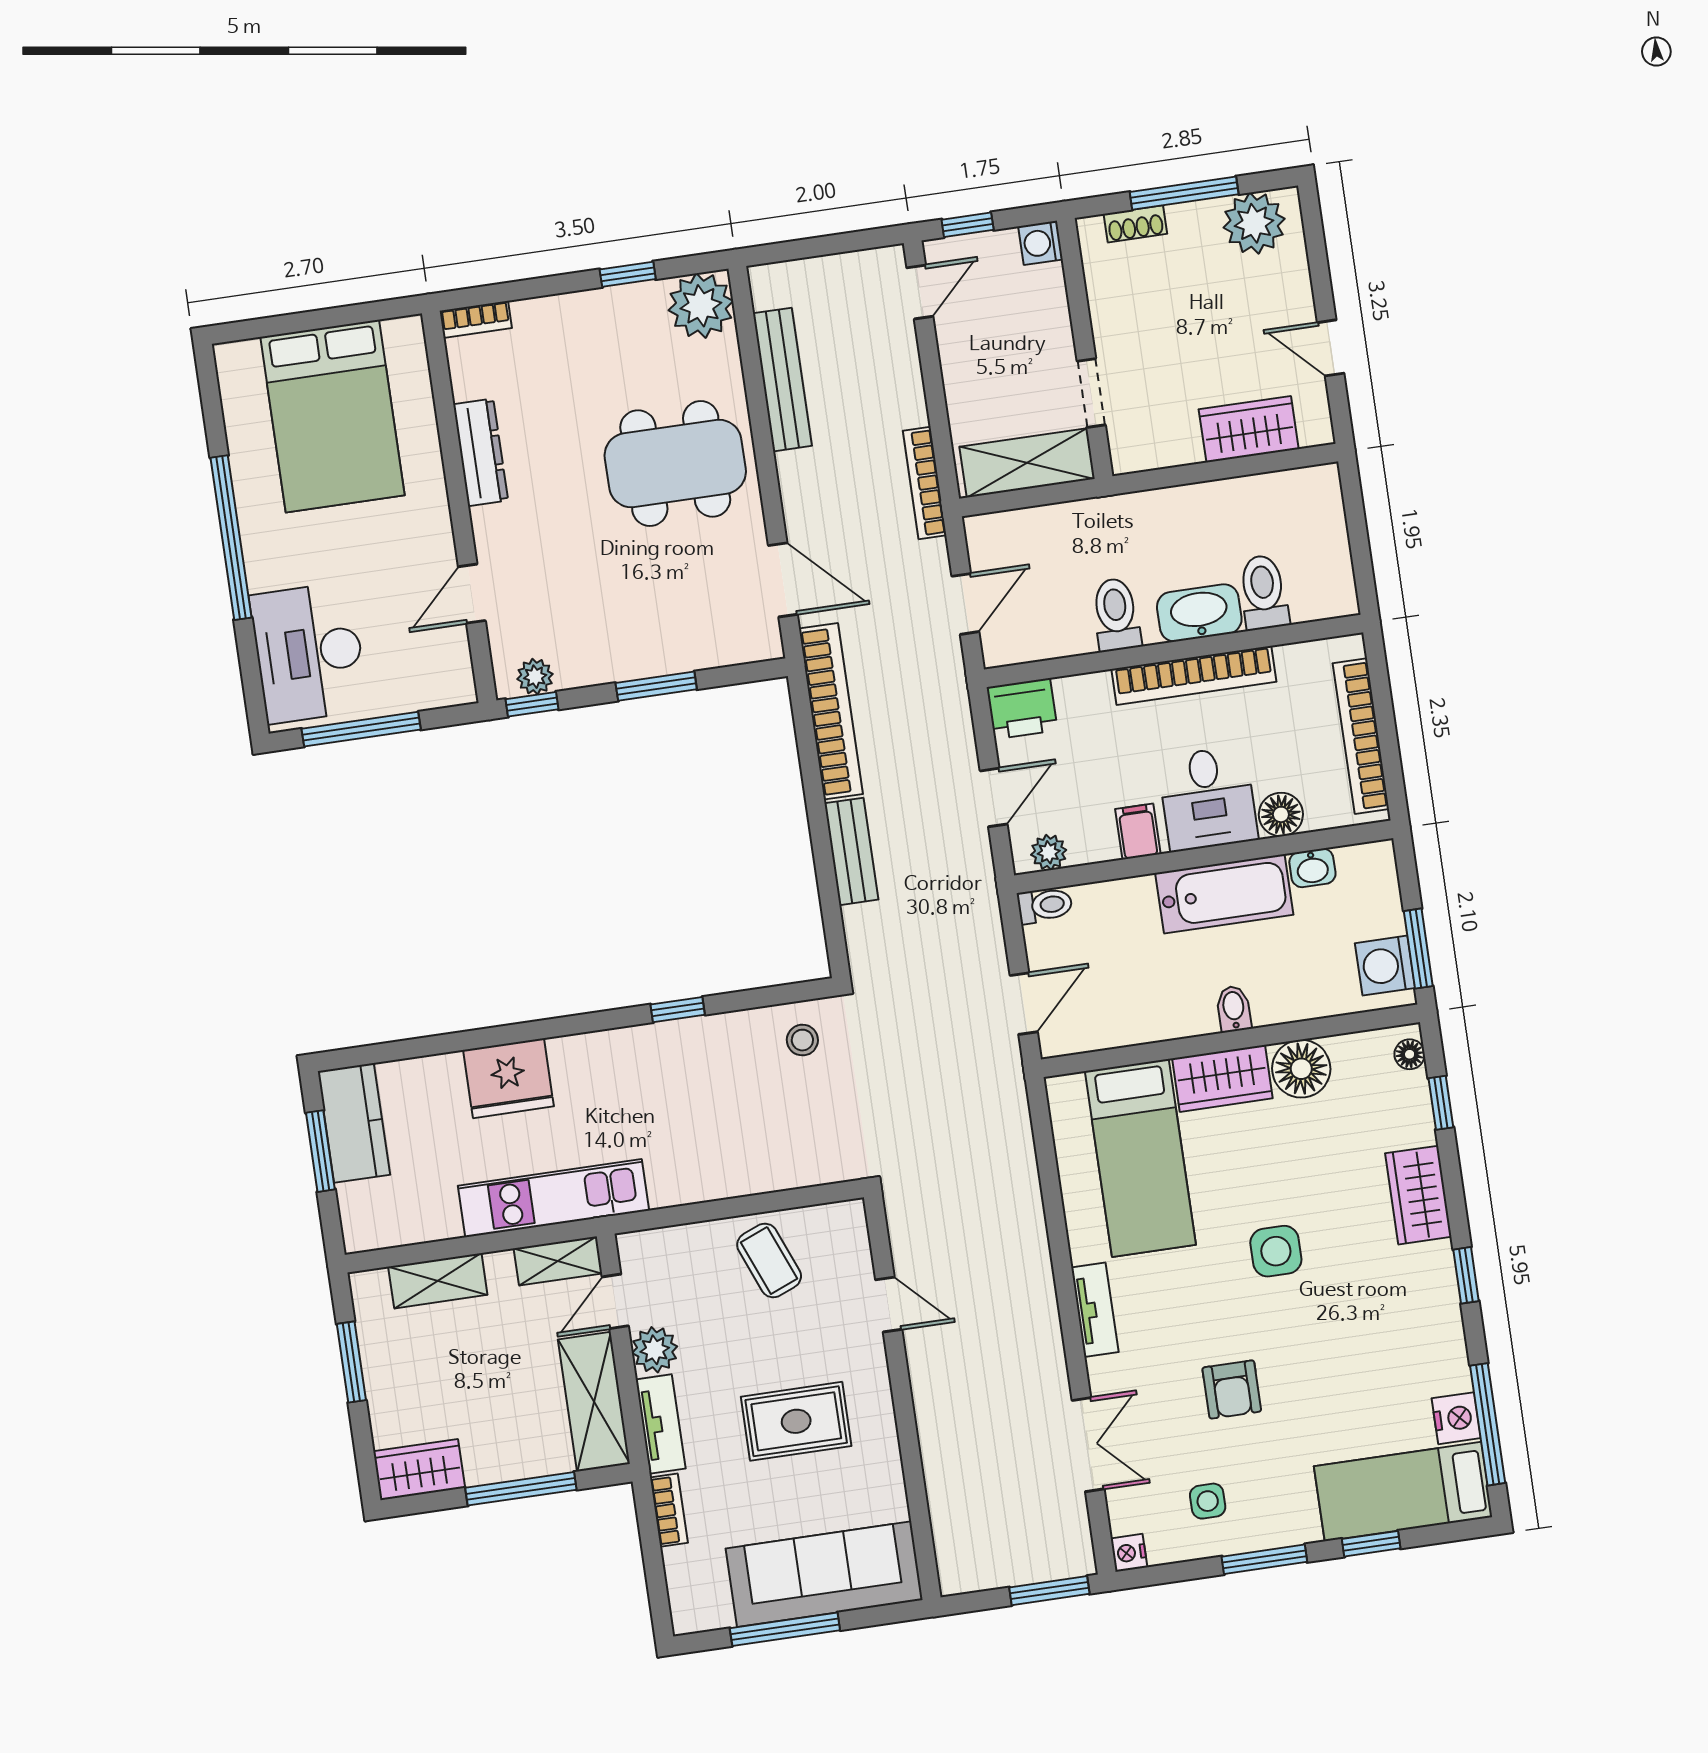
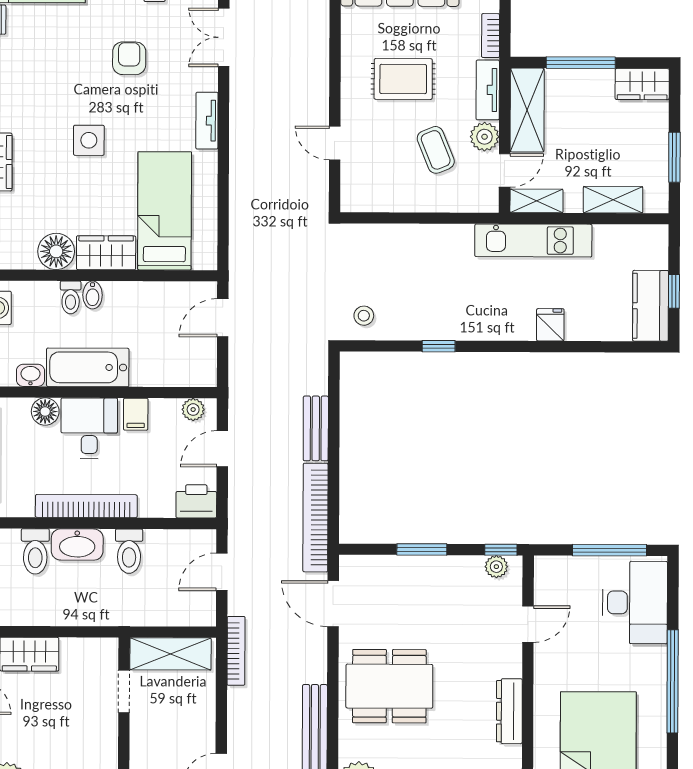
toilet: (1045, 905) -> (71, 297), moved, turned -90
fridge: (508, 1078) -> (550, 325), width x0.53, depth x0.75
window: (320, 1151) -> (674, 291), width x0.67
coffee table: (769, 1261) -> (436, 150), moved

